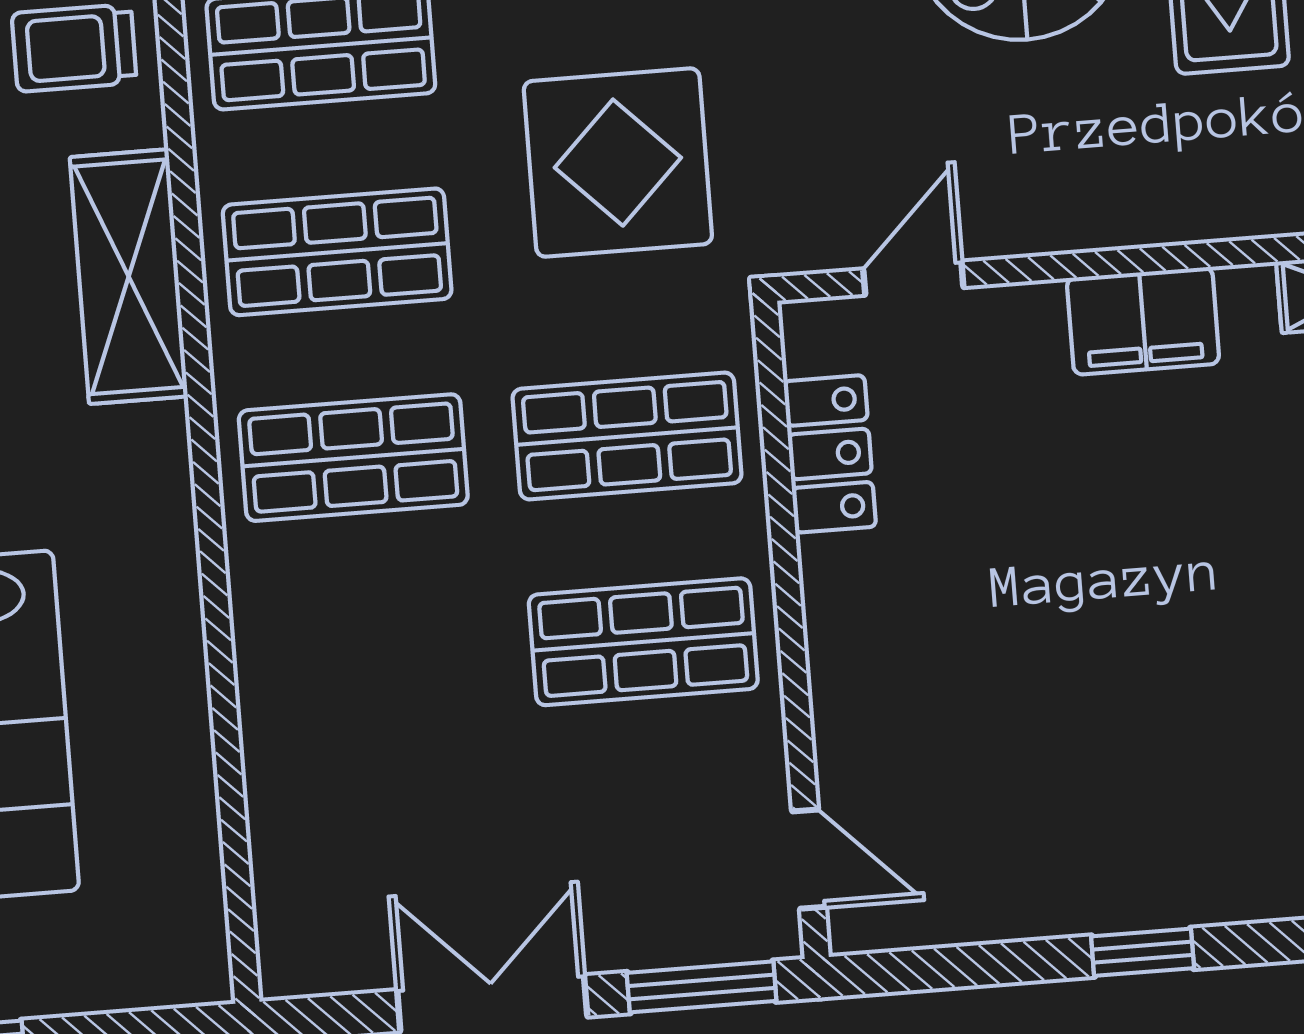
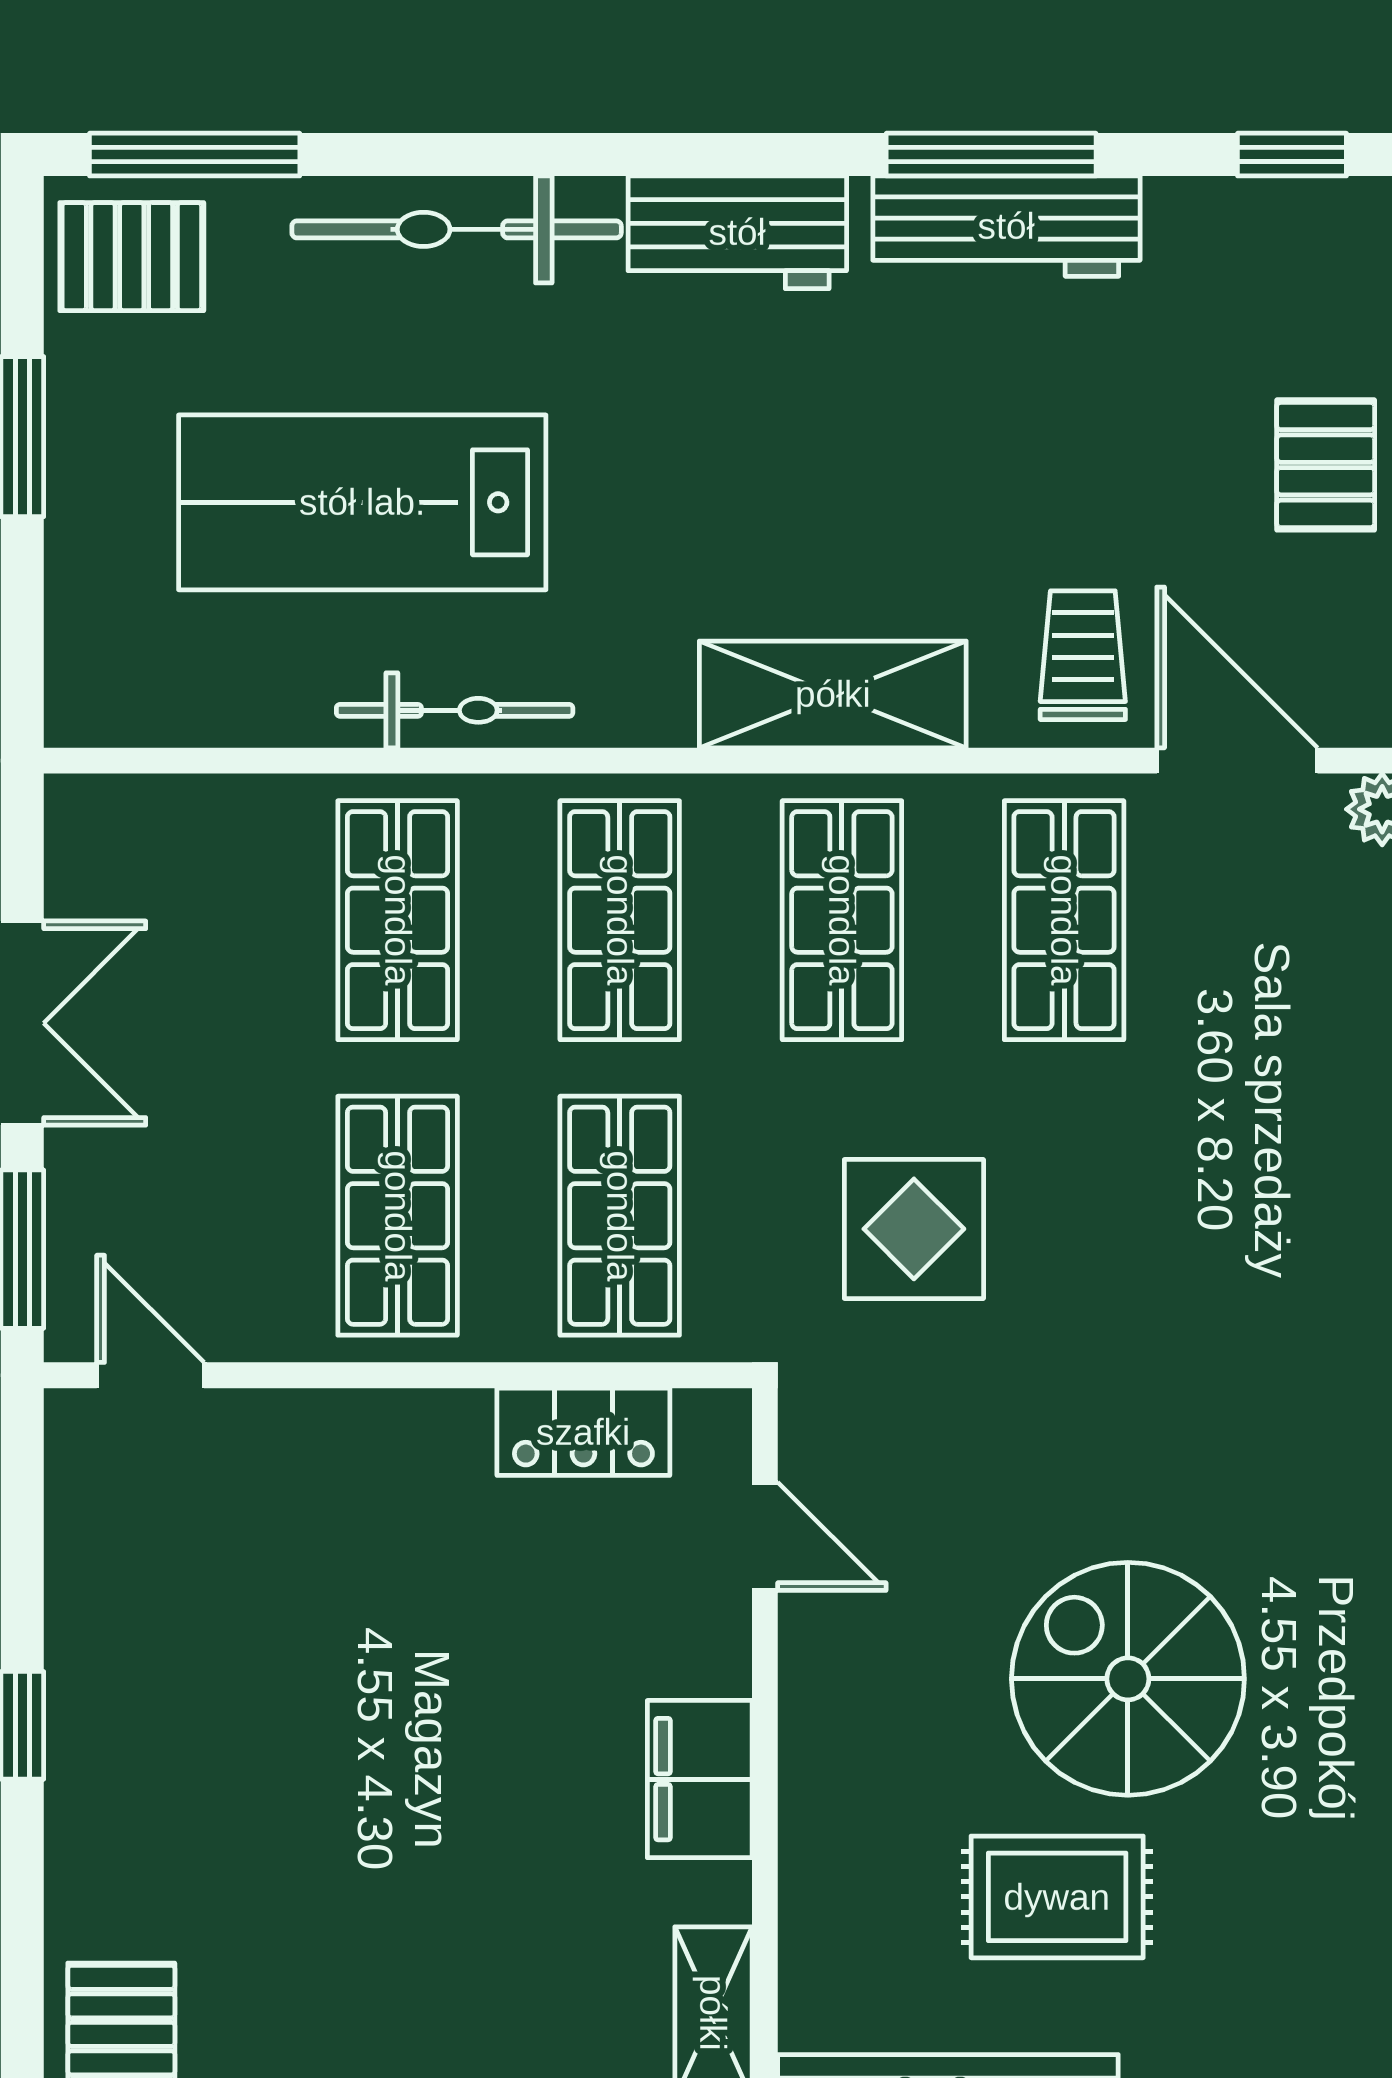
display table: (618, 163) -> (914, 1229), width x0.73, depth x0.73
bicycle: (171, 626) -> (455, 710), added
shop shelf: (369, 663) -> (398, 920), added
door: (809, 859) -> (150, 1375), swing flipped

